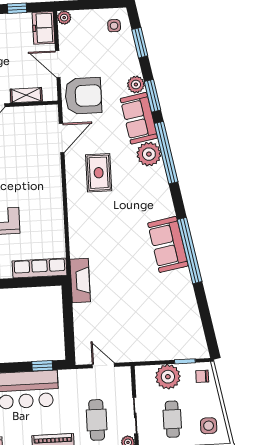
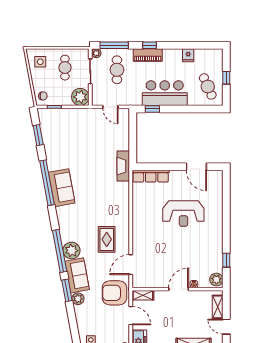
window: (140, 43) -> (38, 135), moved
shelving: (26, 95) -> (143, 295), moved
plant: (168, 377) -> (80, 97), moved

